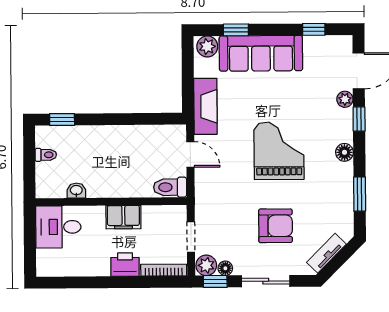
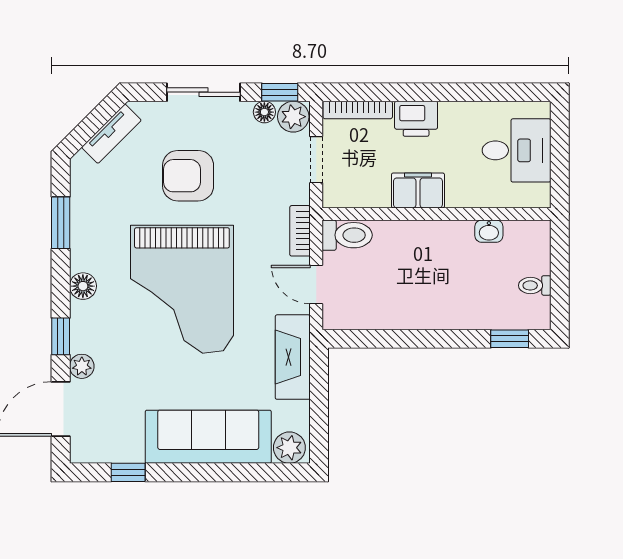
window: (236, 30) -> (246, 472), removed
grand piano: (279, 151) -> (182, 289), width x1.37, depth x1.48
bookcase: (201, 190) -> (300, 231), added
desk: (58, 227) -> (517, 150), moved

